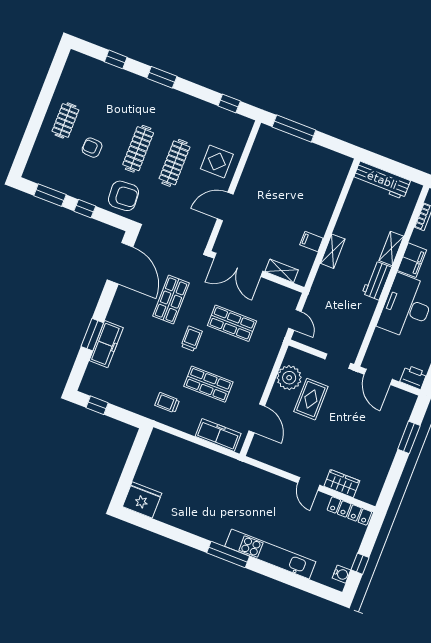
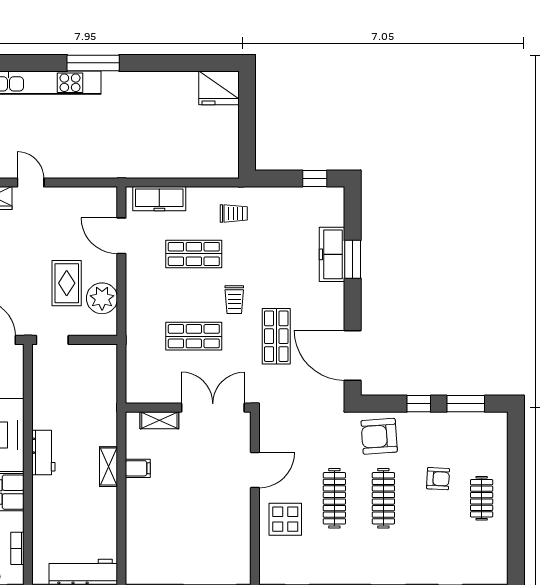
shelving: (391, 248) -> (41, 496), removed
door: (295, 320) -> (121, 369), removed

